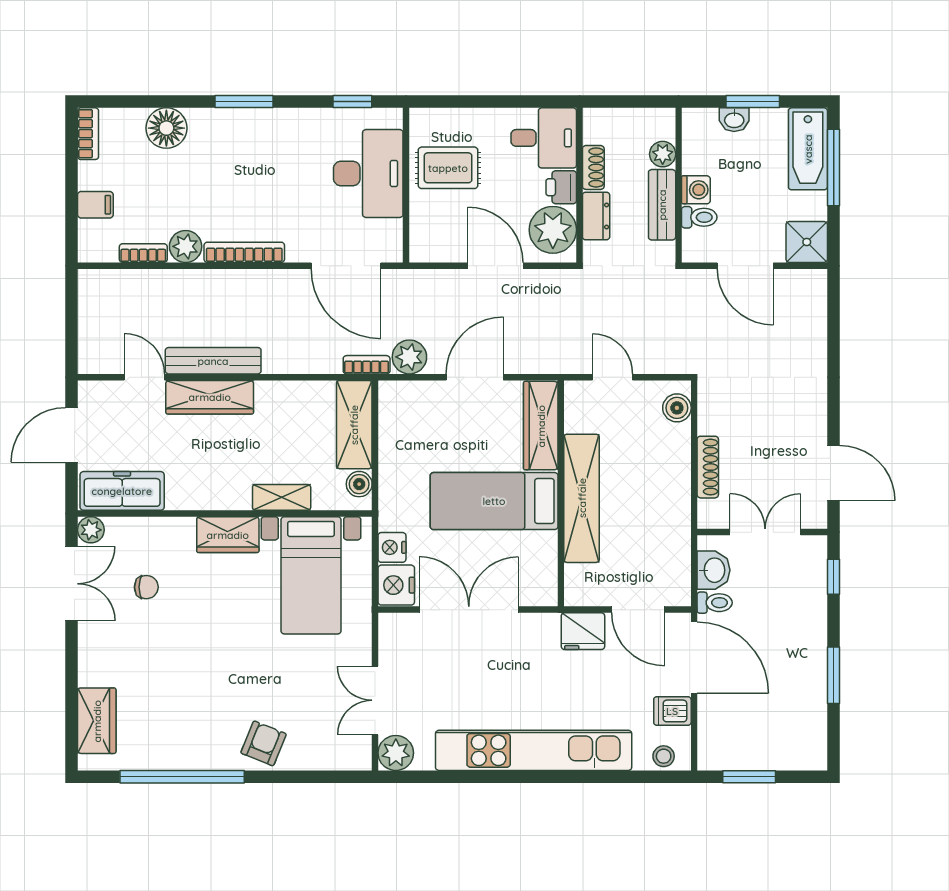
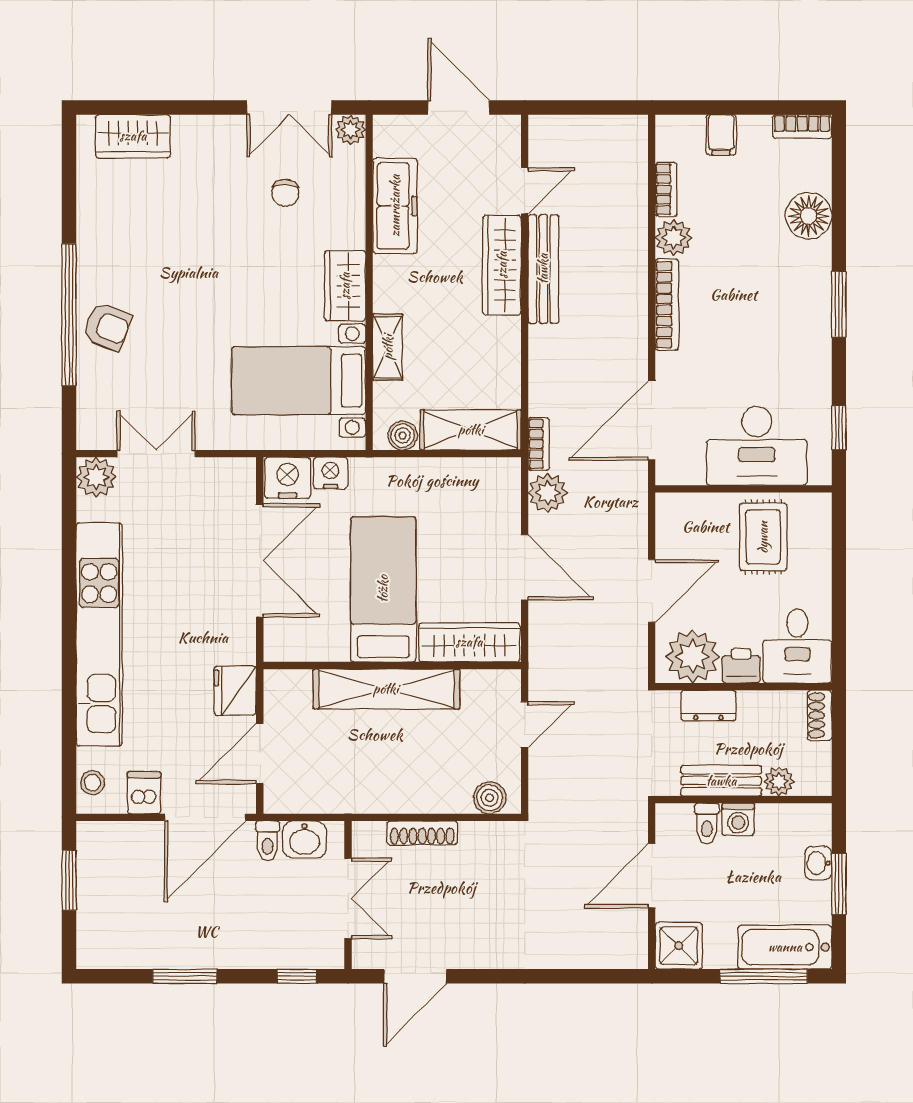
shoe rack: (593, 167) -> (820, 715), moved, turned 90
freezer: (122, 491) -> (395, 206), moved
window: (182, 777) -> (69, 315), moved

